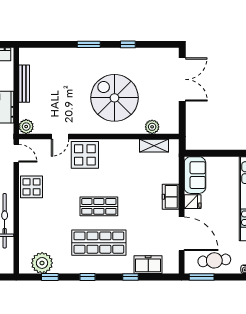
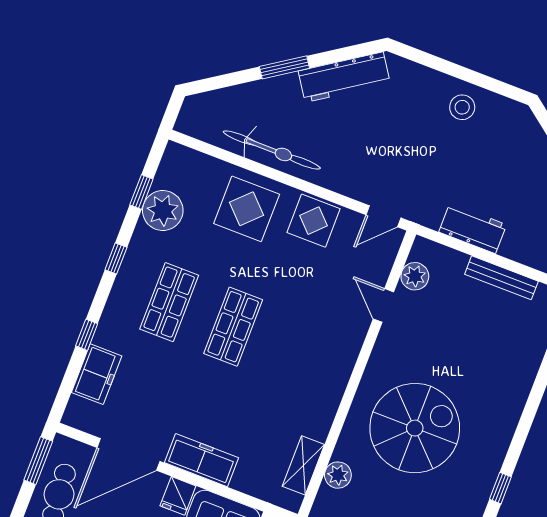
window: (89, 44) -> (527, 419), removed
plant: (26, 127) -> (415, 276), moved
display table: (85, 155) -> (247, 209), moved
freezer: (171, 197) -> (201, 460), width x1.40
shop shelf: (99, 243) -> (169, 302), width x0.70, depth x0.74
plant: (42, 263) -> (163, 210), moved

